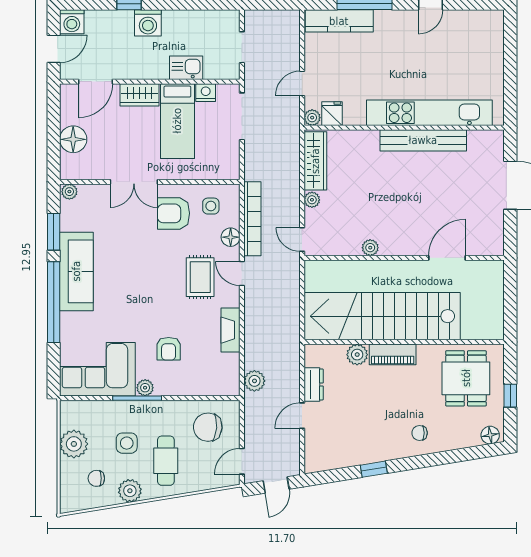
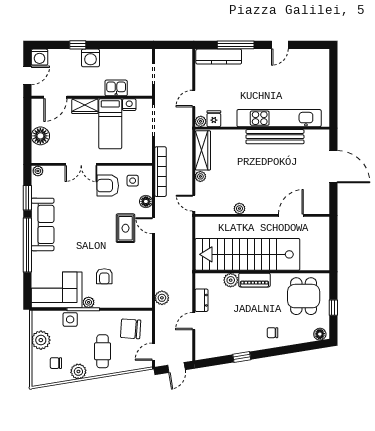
bookcase: (252, 219) -> (160, 172), moved
fireplace: (231, 330) -> (146, 264), removed
side table: (127, 443) -> (70, 319), moved

